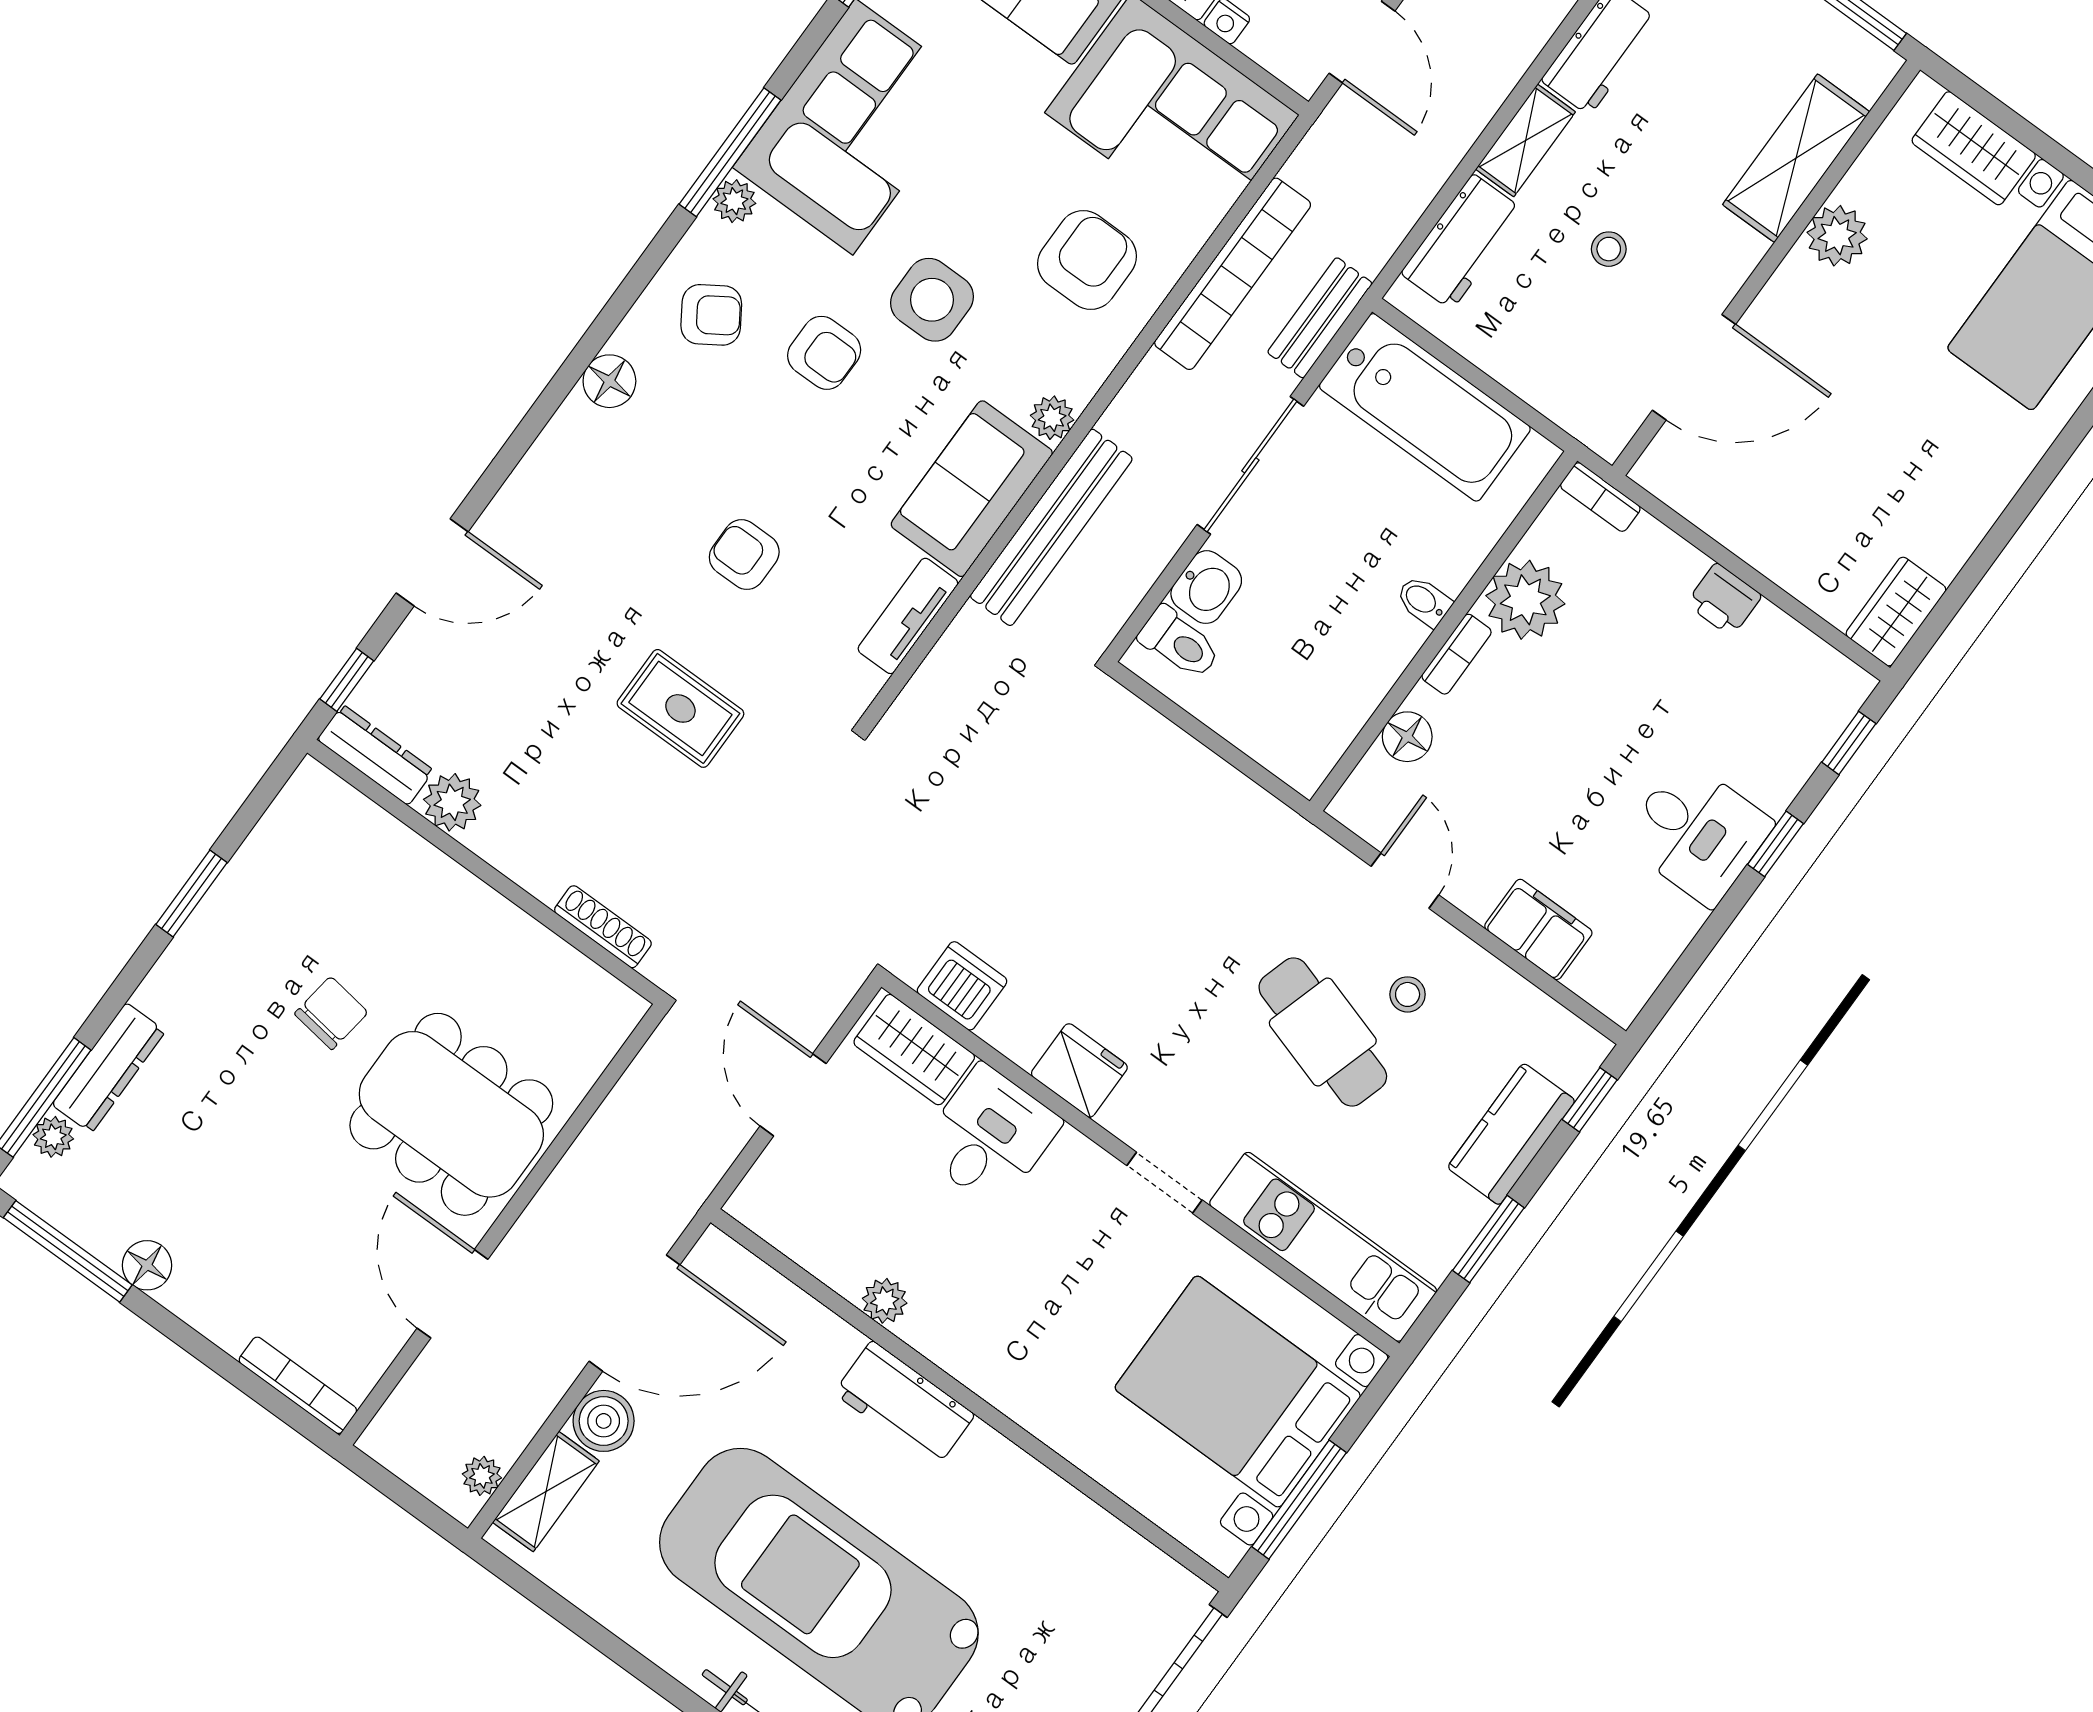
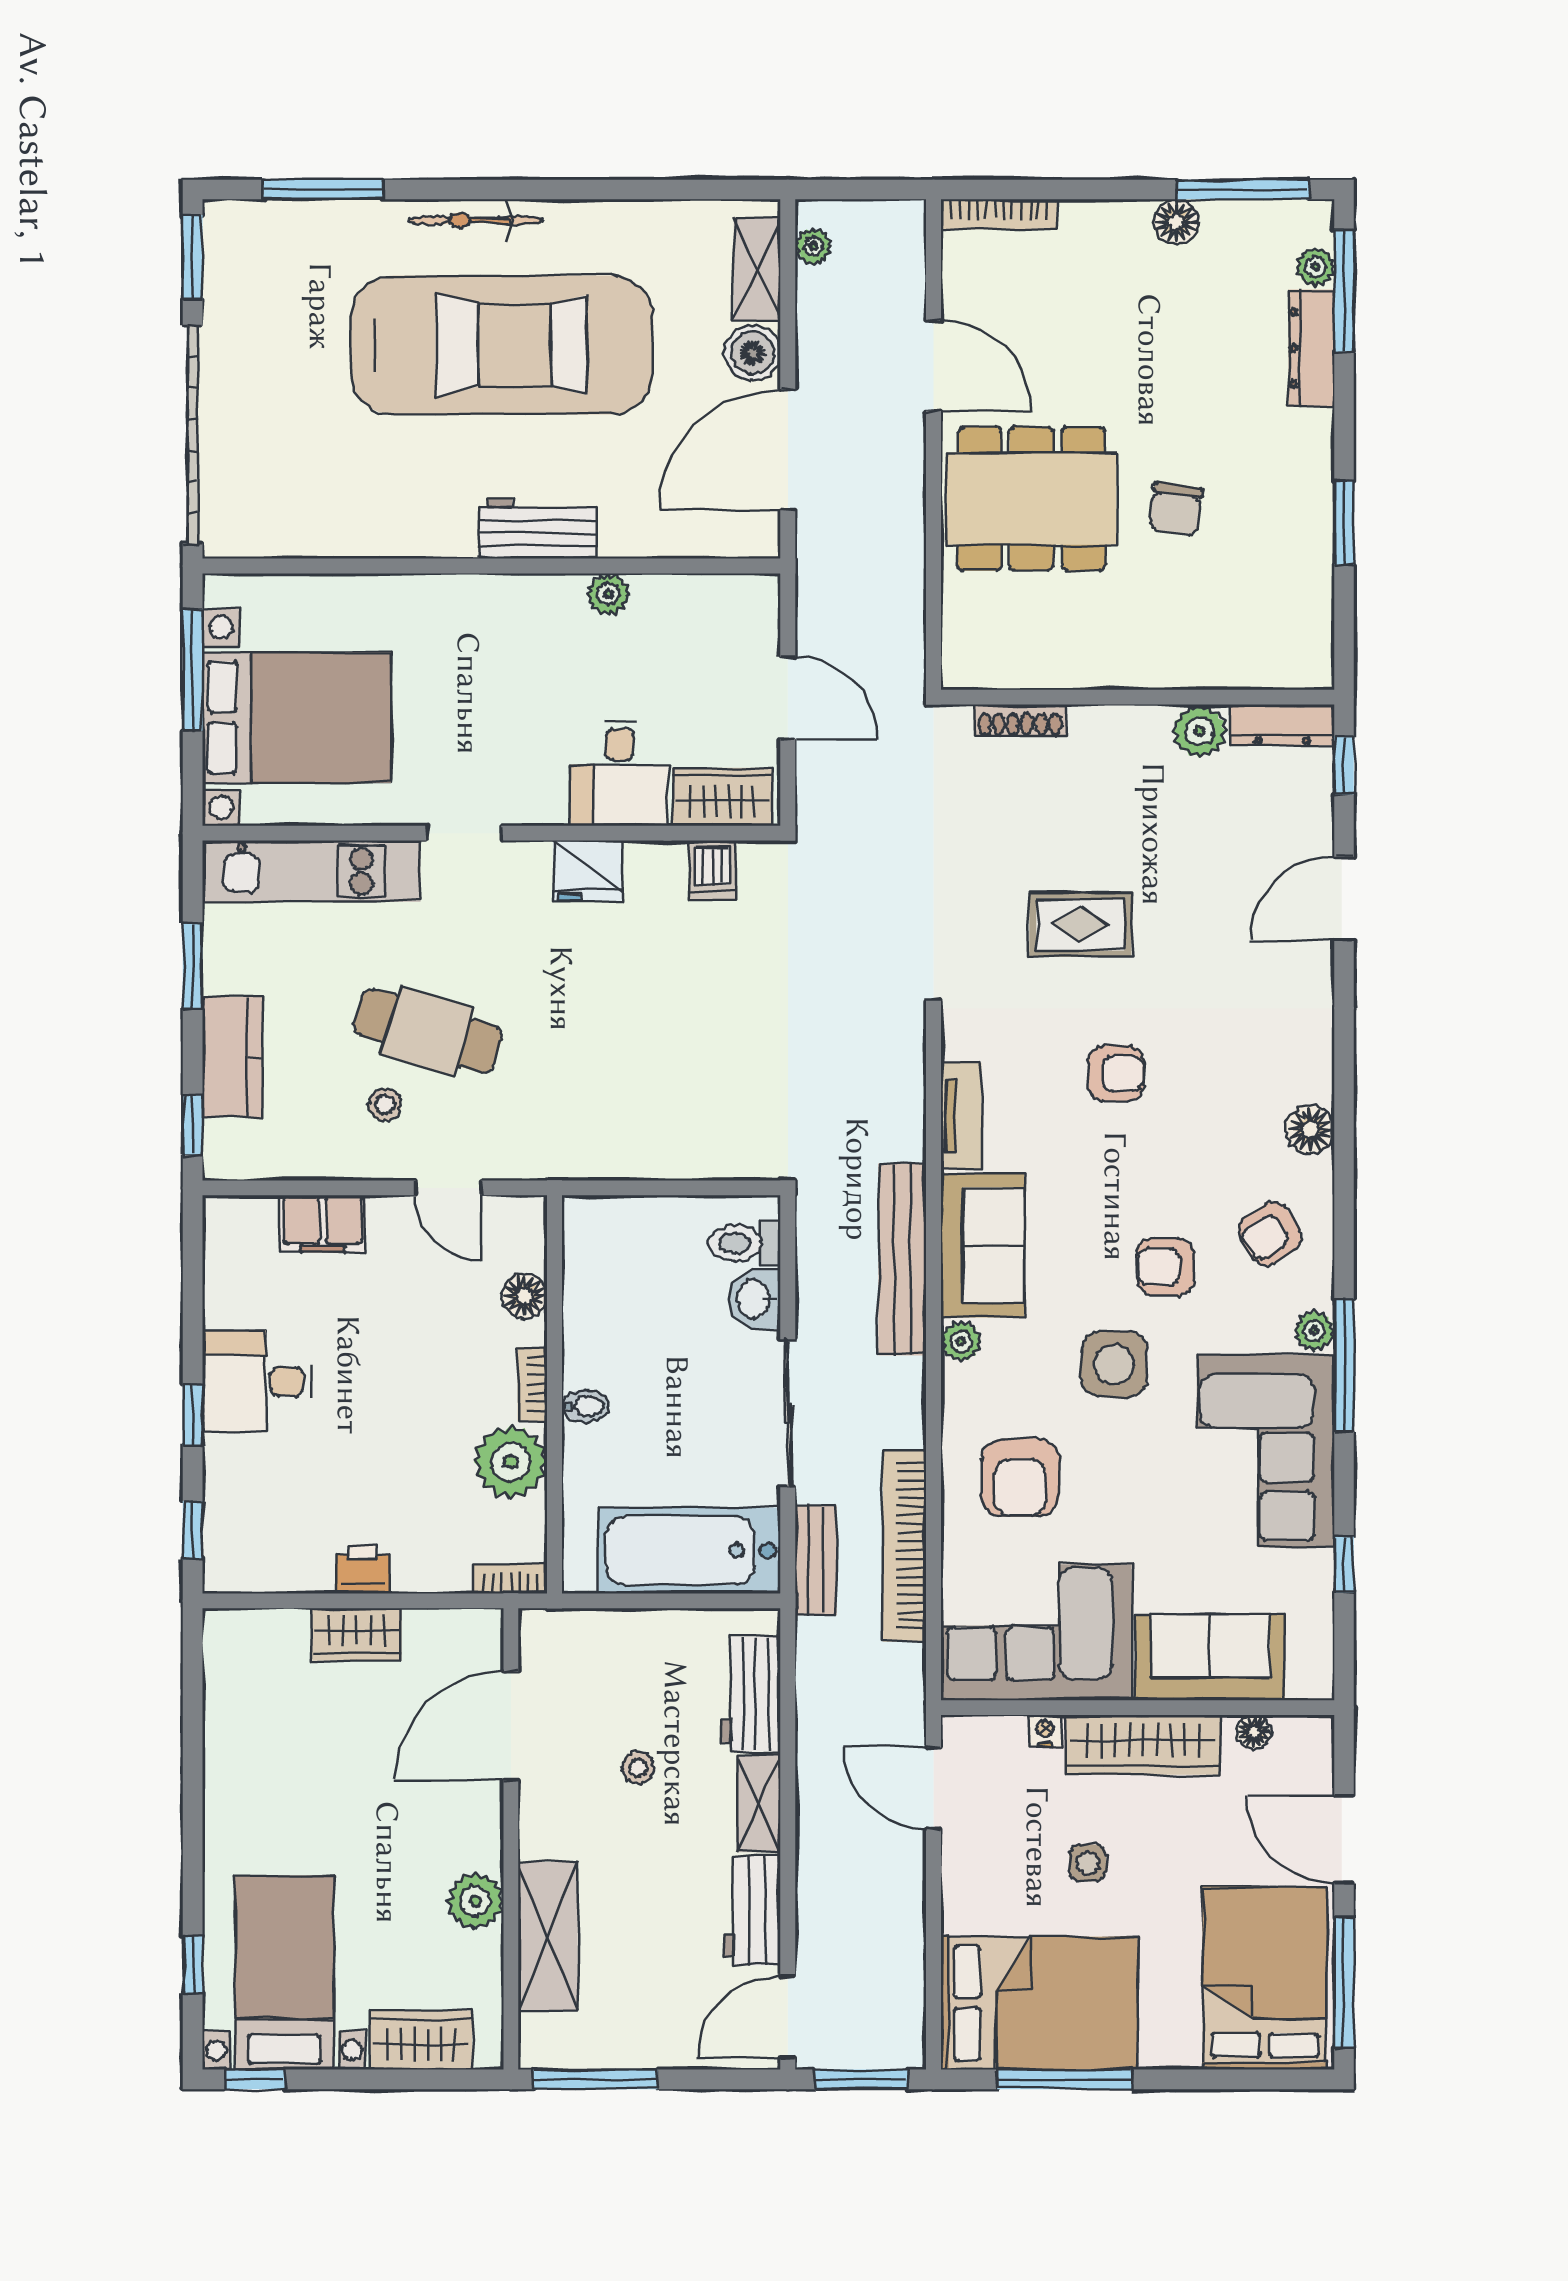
wardrobe: (1896, 612) -> (356, 1634), moved, turned 90
dishwasher: (962, 986) -> (712, 870), width x0.73

